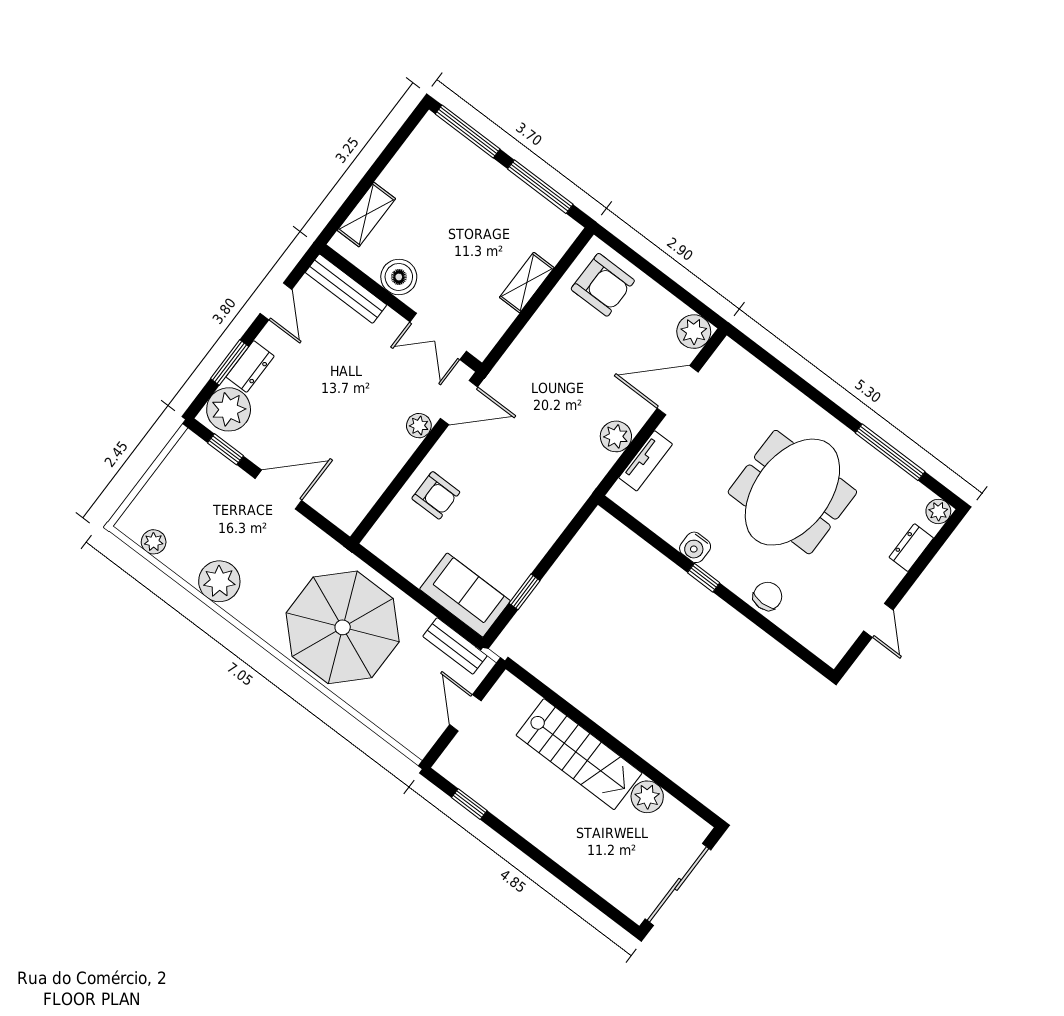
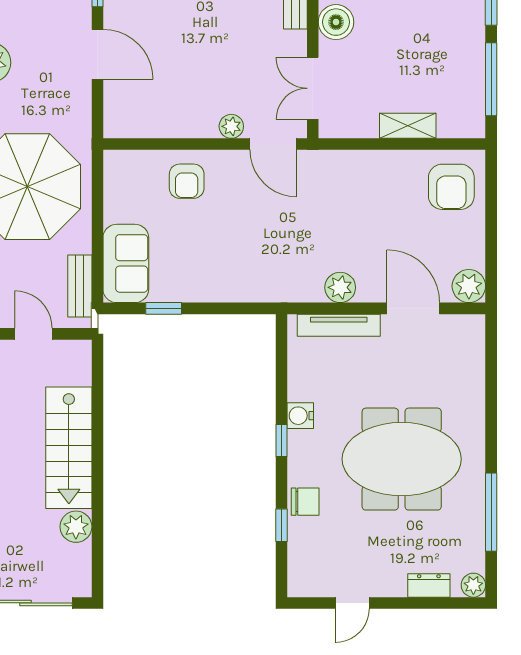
tv unit: (646, 461) -> (339, 325), width x1.41
window: (772, 630) -> (282, 525), added
door: (465, 713) -> (34, 334), hinge flipped

